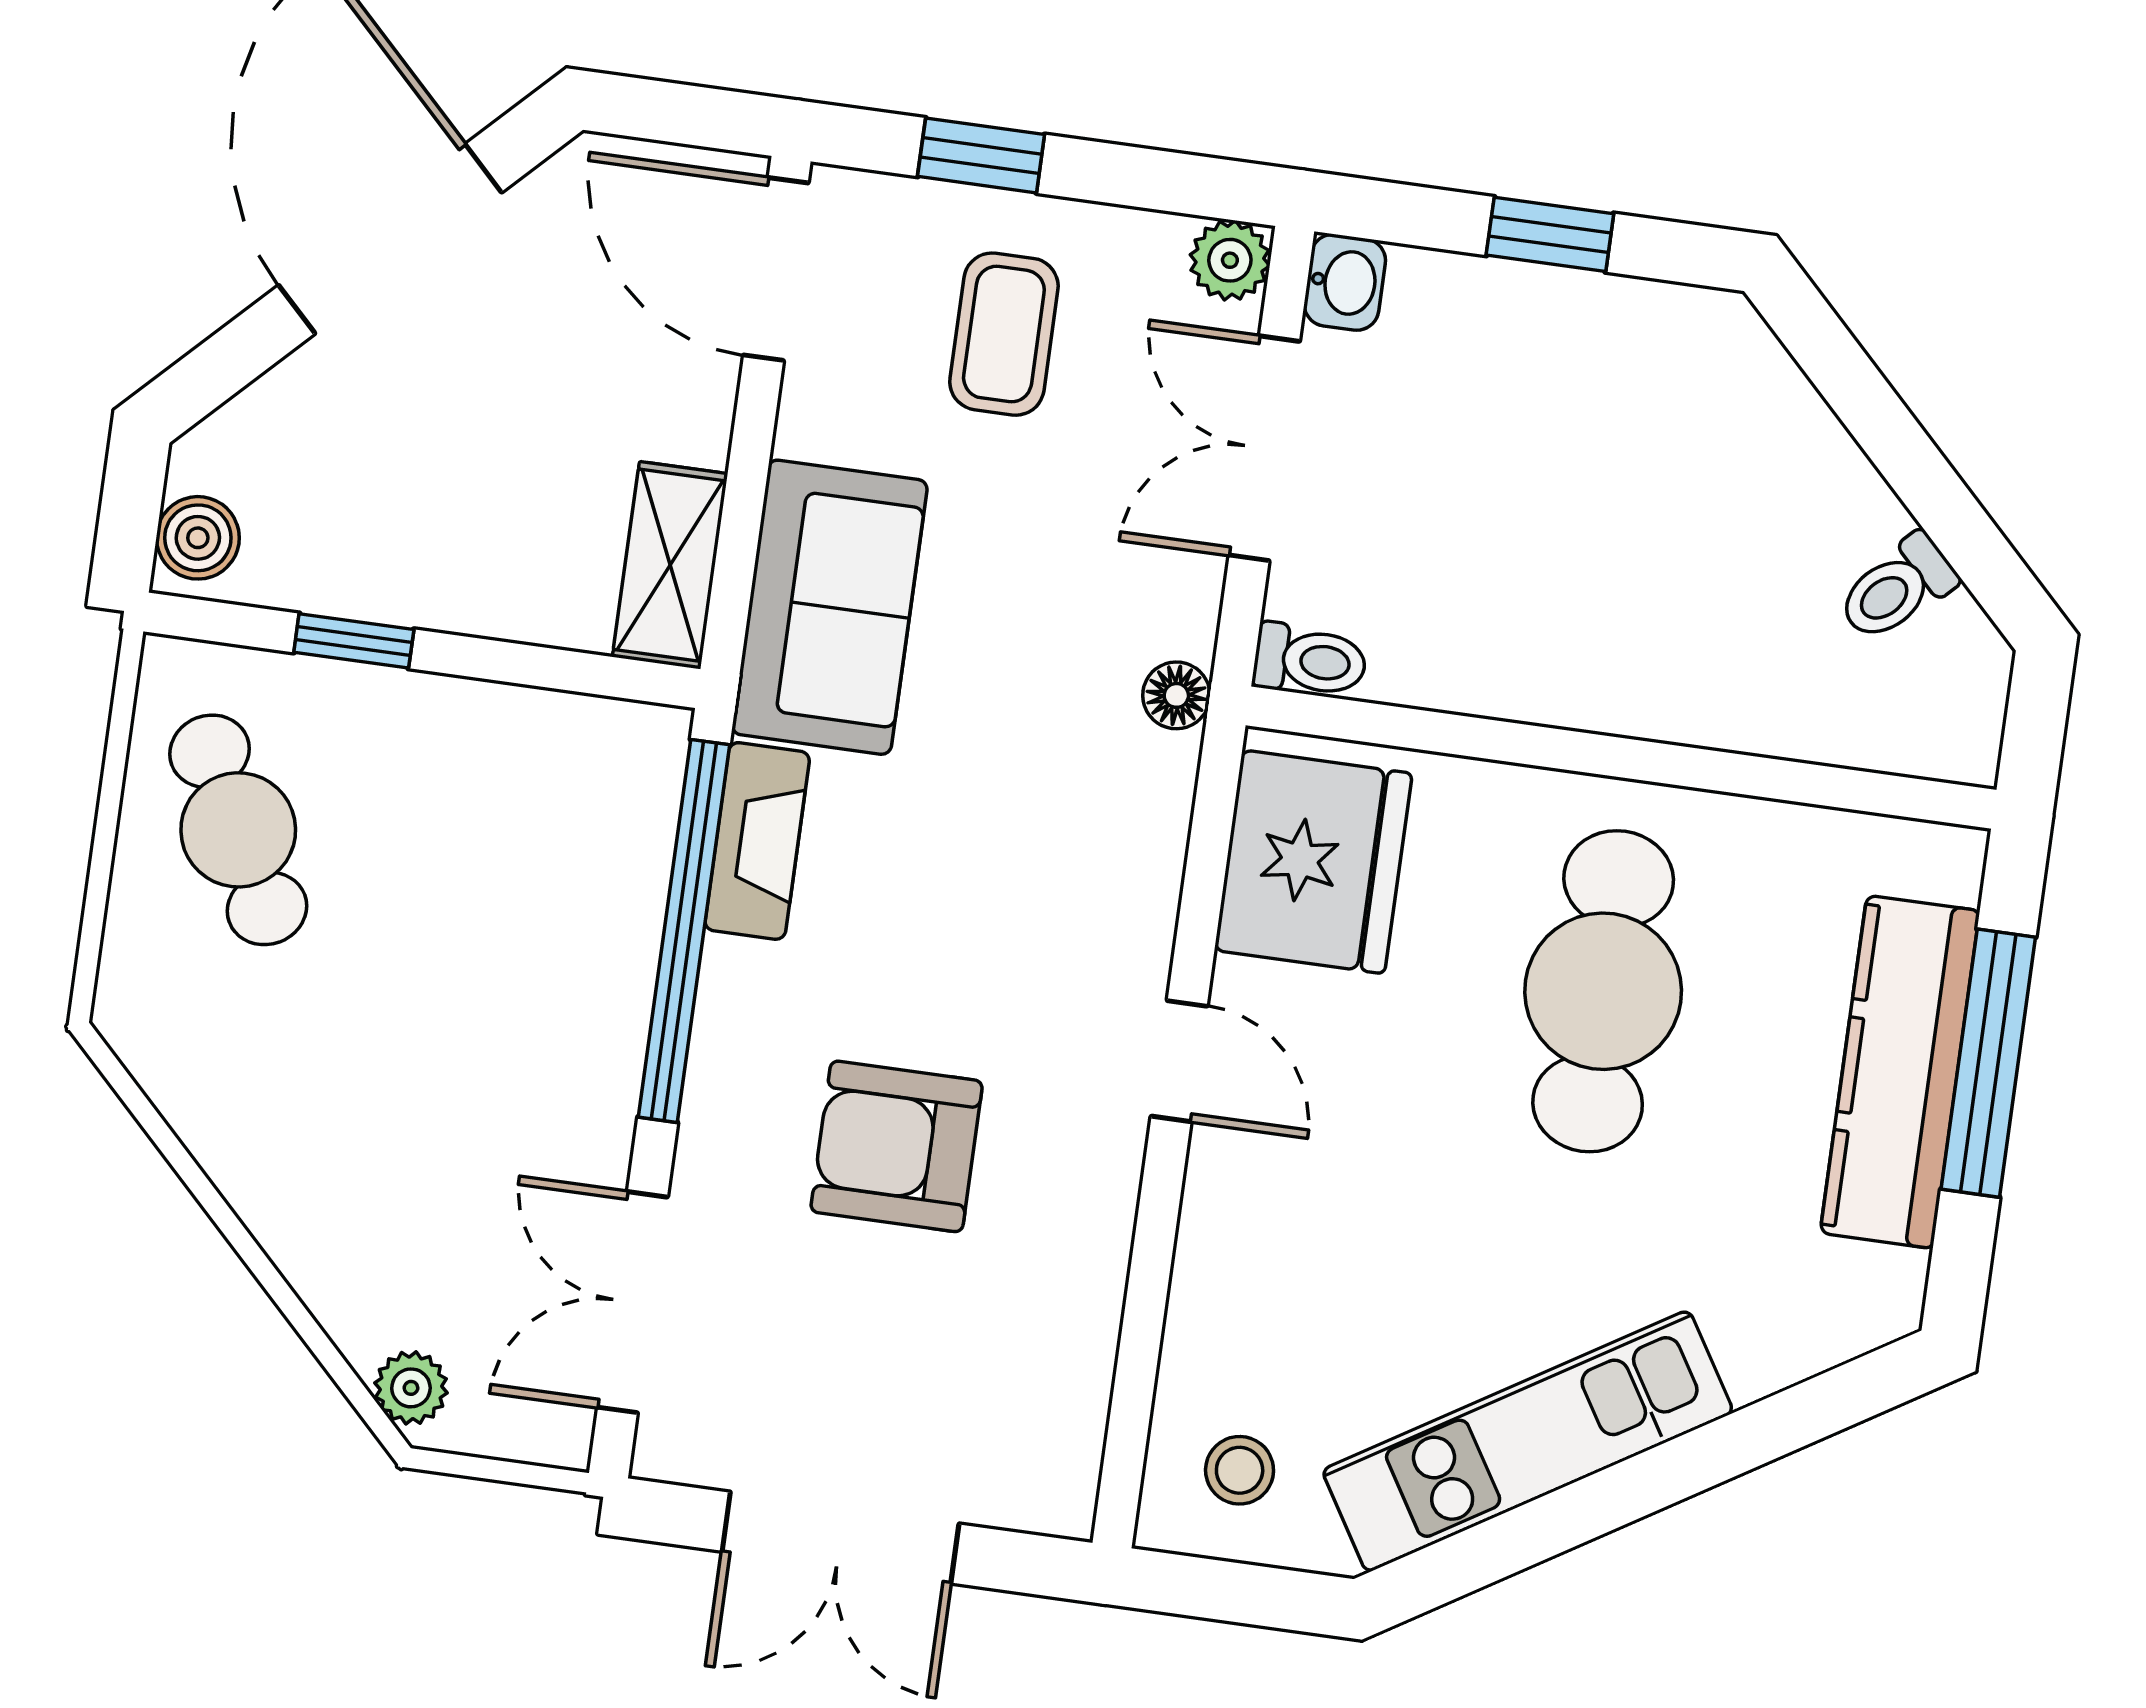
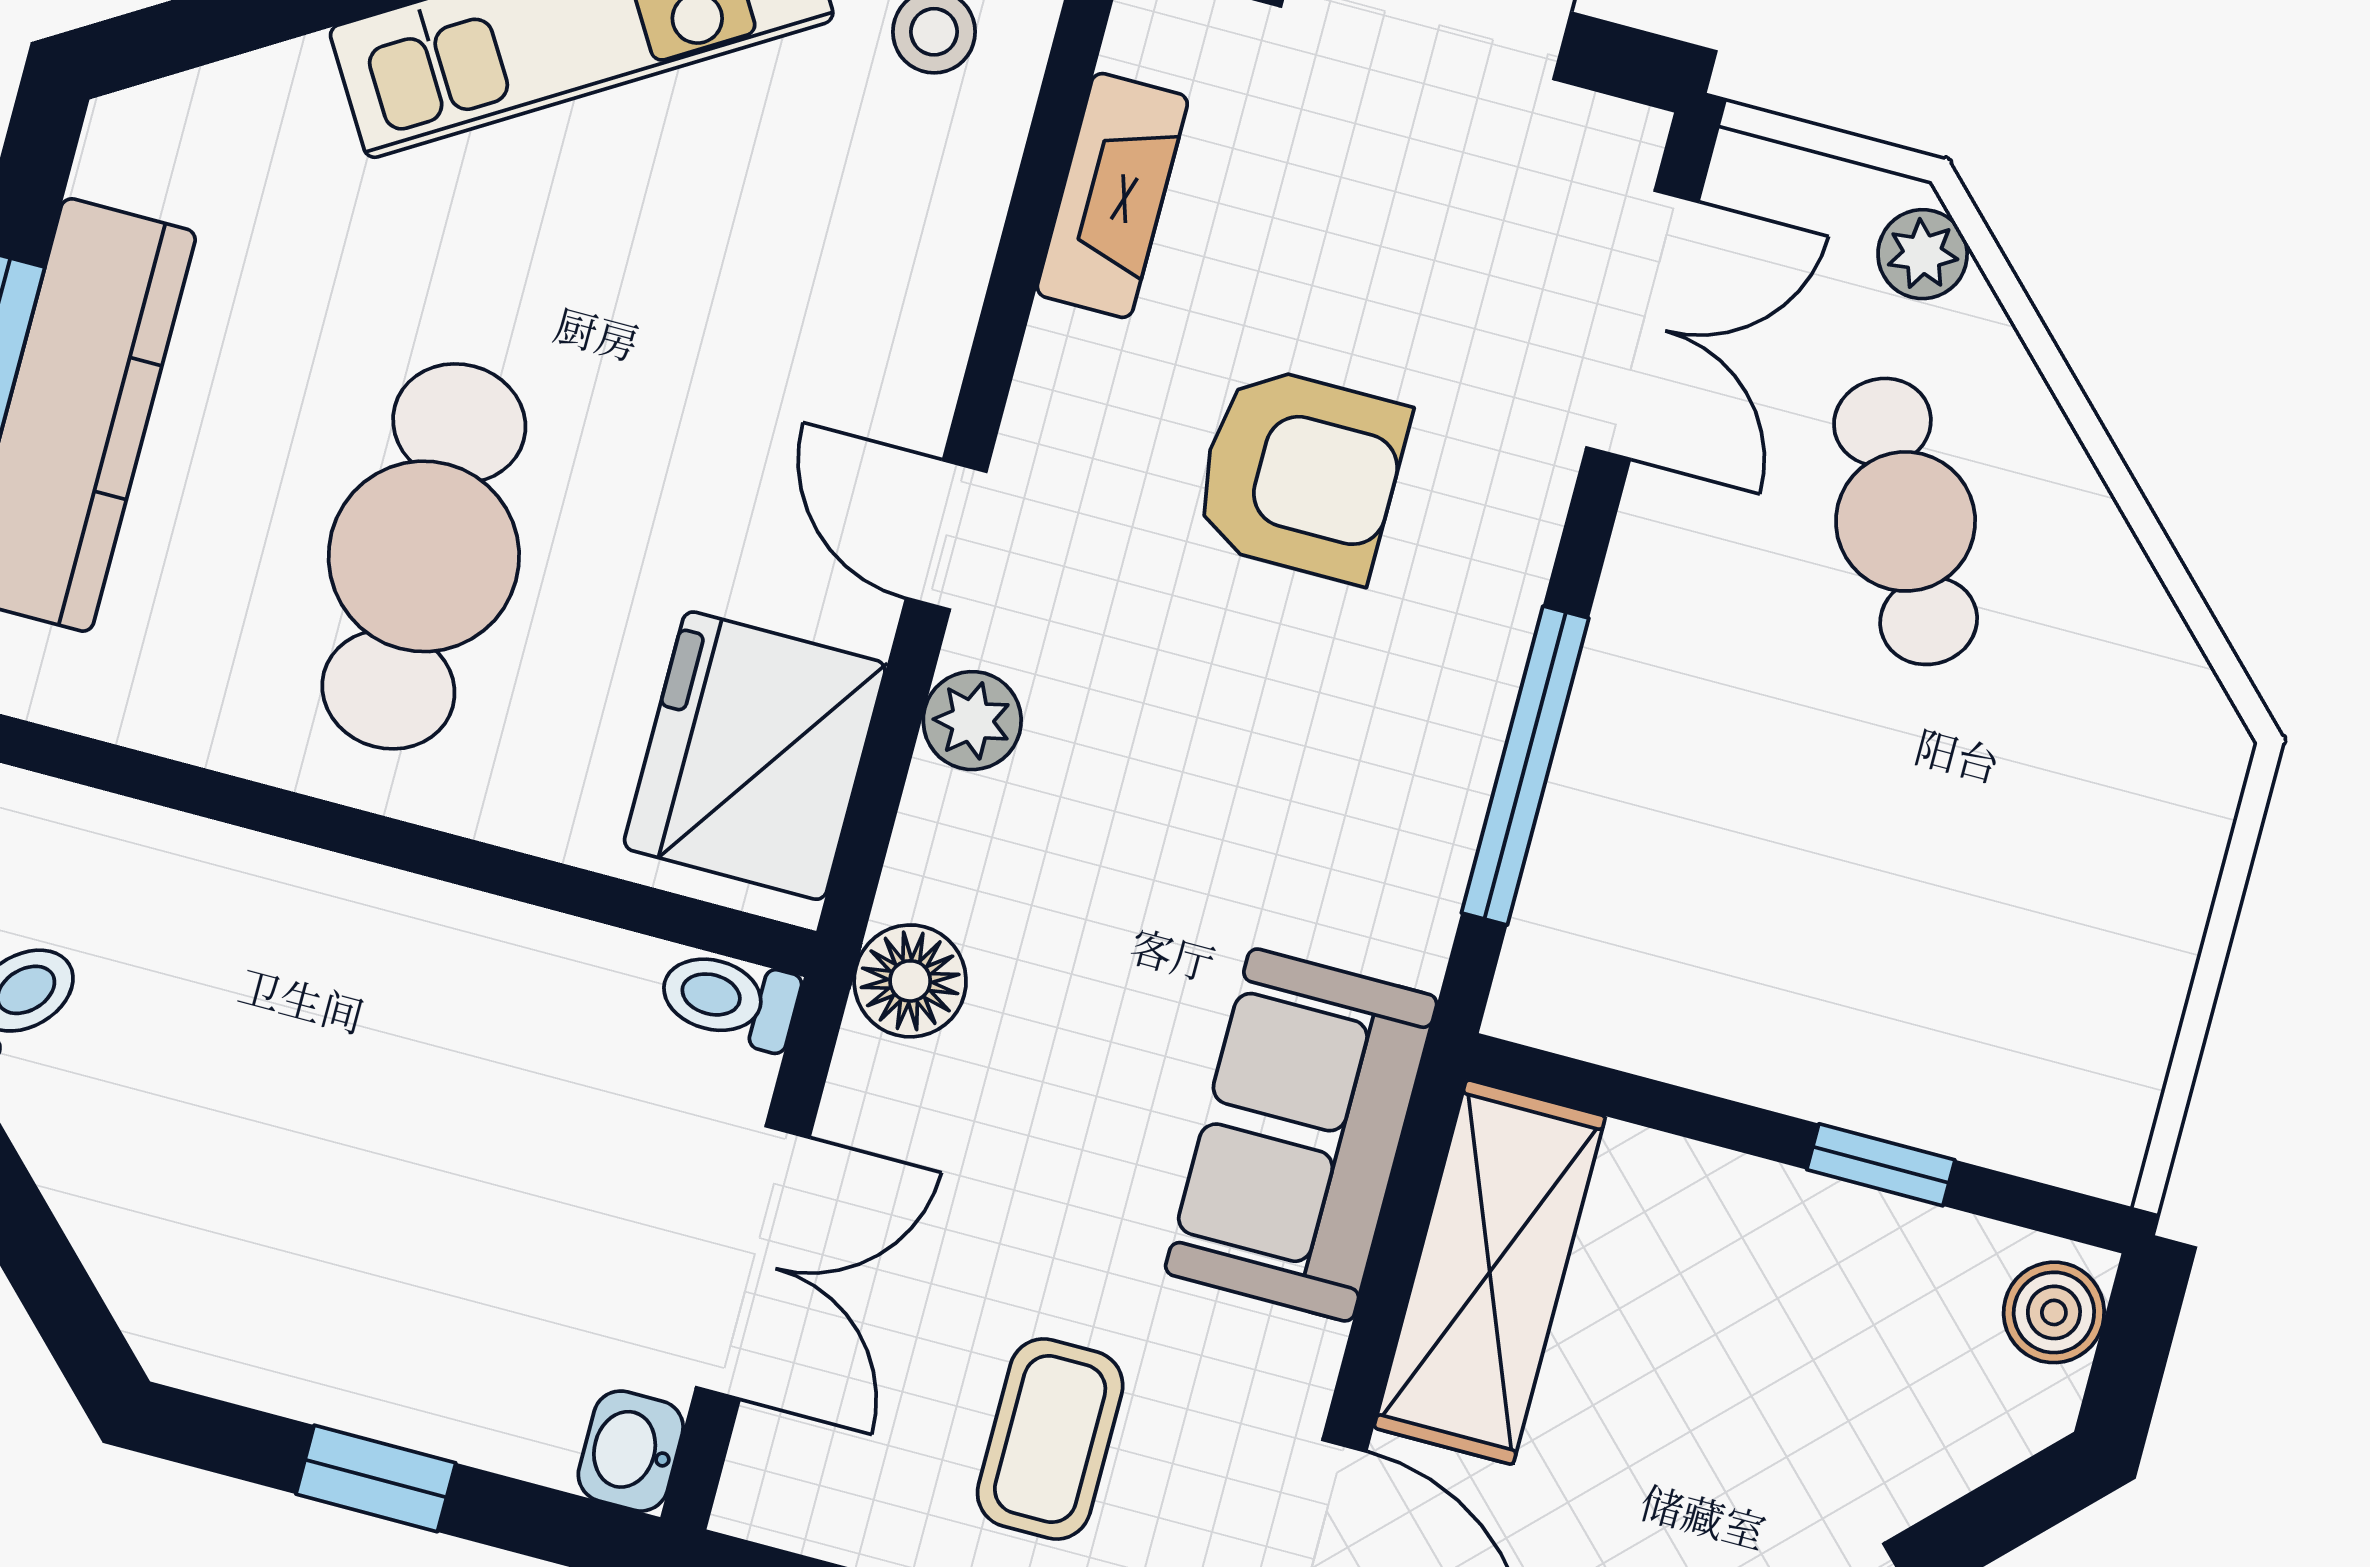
plant: (1230, 260) -> (972, 721), moved
shelving: (670, 565) -> (1490, 1272), width x1.50, depth x1.33
floor lamp: (1176, 695) -> (910, 981), width x1.37, depth x1.37
cafe table: (238, 830) -> (1906, 521), moved
fireplace: (757, 841) -> (1112, 195), moved, turned 180
window: (684, 931) -> (1525, 766), width x0.68

